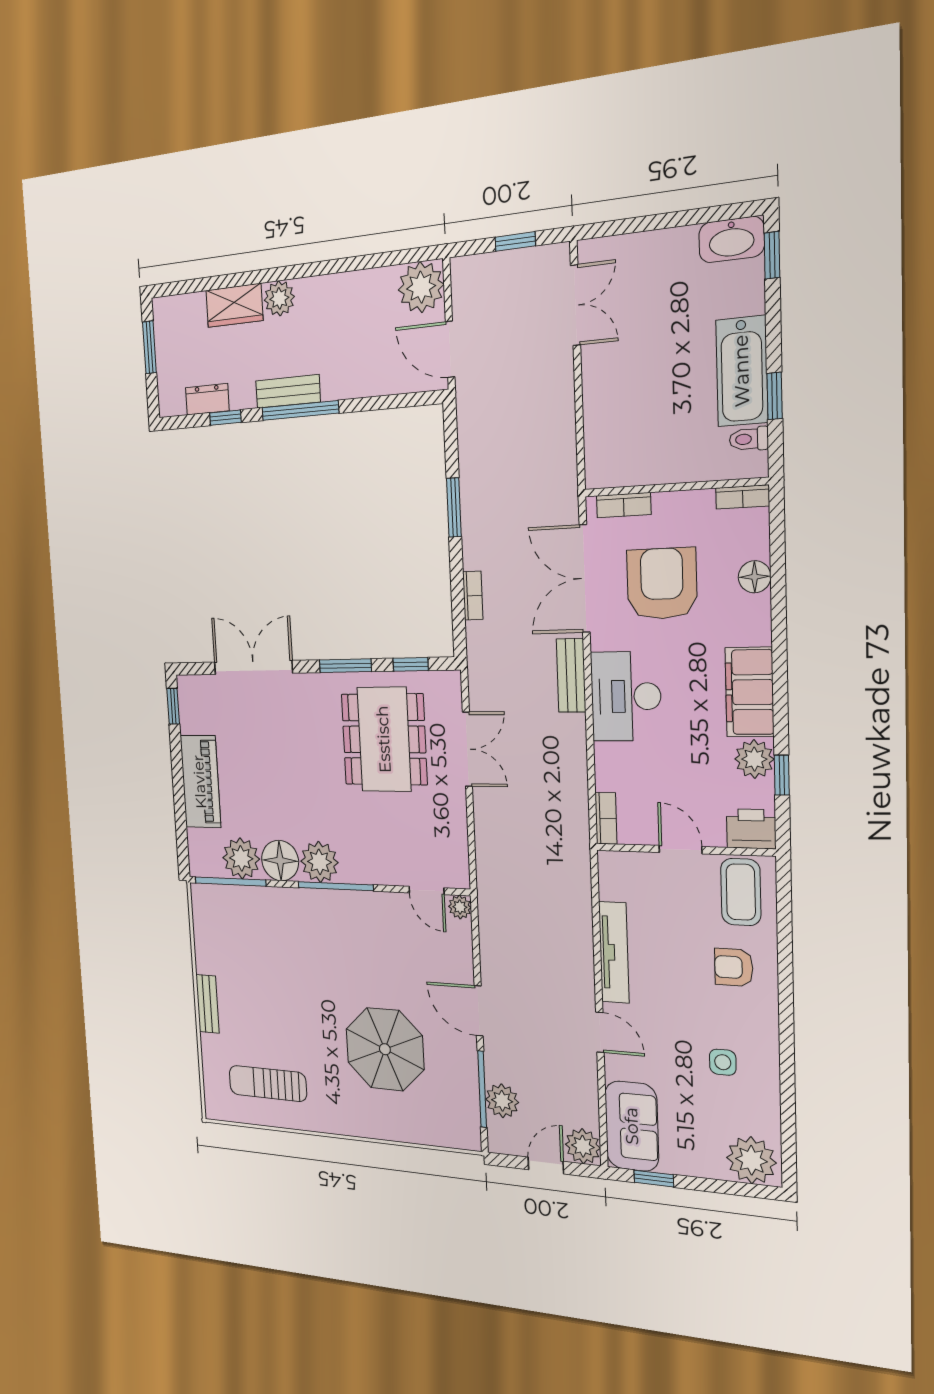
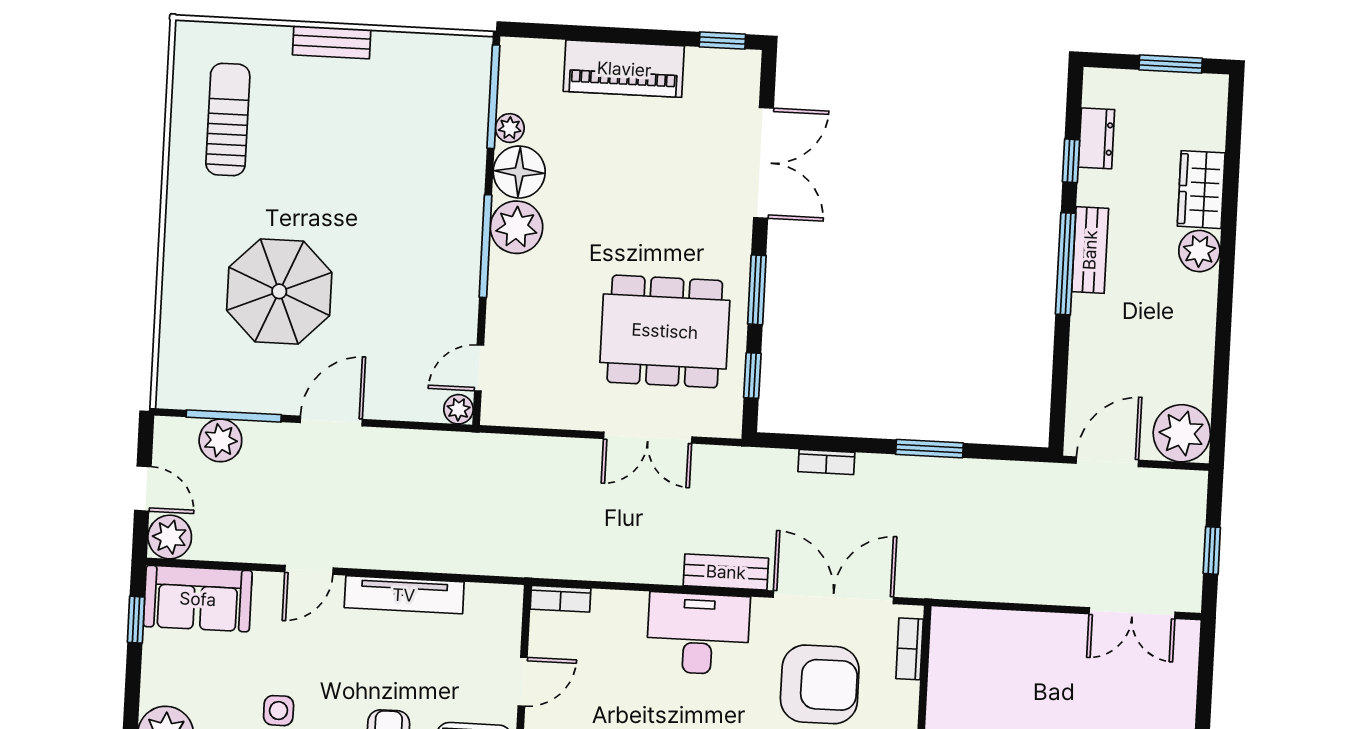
plant: (241, 858) -> (510, 128), width x0.53, depth x0.53

